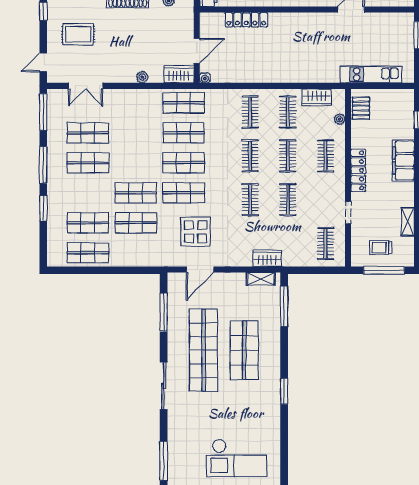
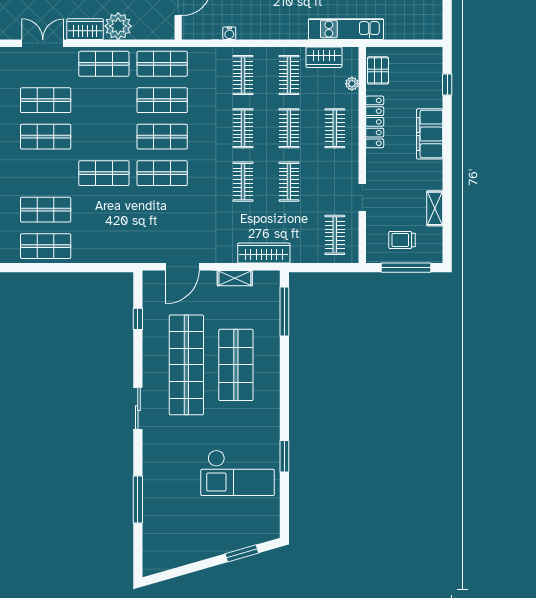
wardrobe: (179, 74) -> (85, 29), moved
kitchen unit: (371, 74) -> (346, 29), moved
plant: (142, 77) -> (118, 26), width x1.87, depth x1.87
water cooler: (205, 78) -> (229, 33), moved
double door: (86, 86) -> (43, 43), swing flipped
locker: (358, 170) -> (375, 122), moved
shop shelf: (136, 223) -> (104, 64), moved
display table: (196, 232) -> (177, 221), removed
wardrobe: (267, 258) -> (264, 253), width x1.50
shelving: (261, 279) -> (235, 278), moved
window: (164, 312) -> (138, 319), width x0.46
sliding door: (164, 386) -> (138, 408), width x0.73
window: (284, 391) -> (284, 456), moved
checkout: (237, 458) -> (238, 473), moved

